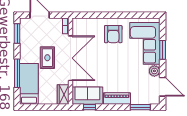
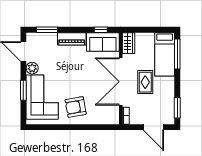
armchair: (113, 34) -> (76, 107), turned -100
window: (17, 73) -> (177, 54), moved

